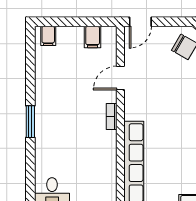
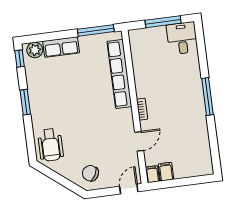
filing cabinet: (48, 36) -> (152, 174), moved
window: (30, 122) -> (208, 96), width x1.44

